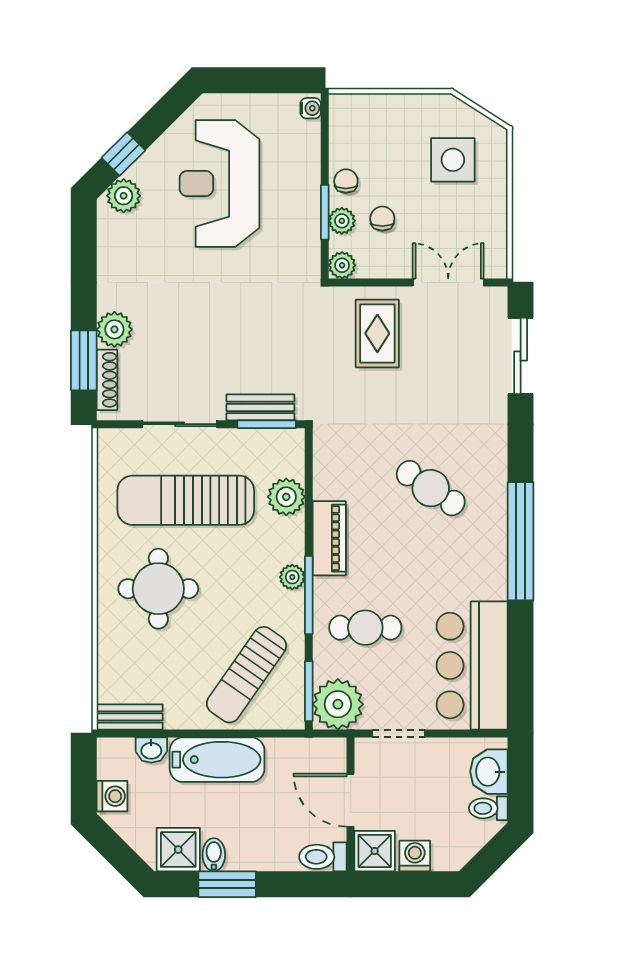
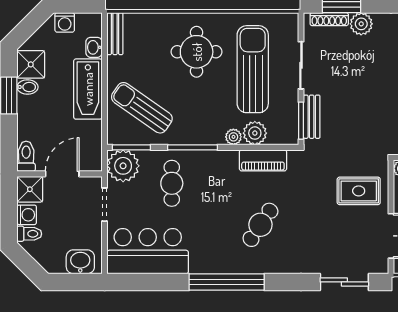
piano: (329, 538) -> (263, 160), moved
plant: (292, 577) -> (233, 137), moved
toilet: (488, 808) -> (29, 234), moved, turned 90

